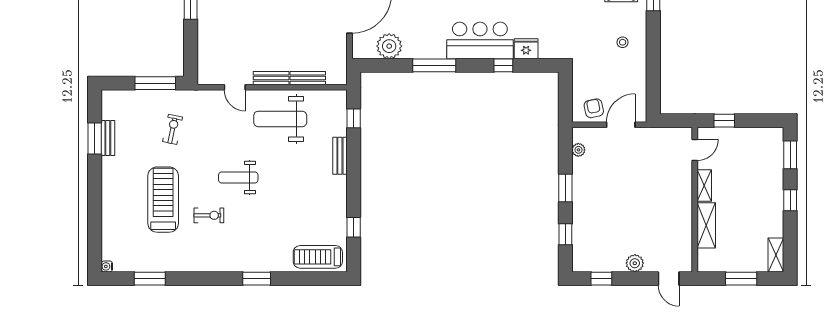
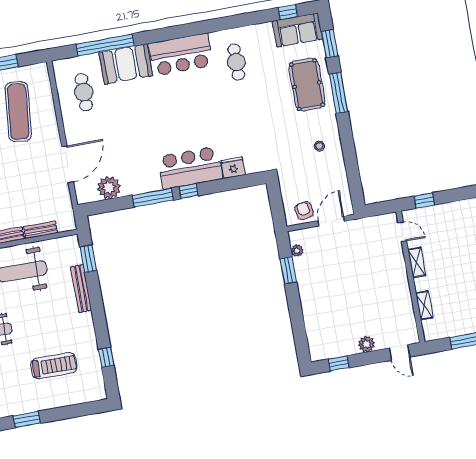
window: (503, 65) -> (189, 191), moved
window: (354, 118) -> (88, 259), width x1.50
door: (695, 150) -> (402, 232), hinge flipped
bench: (340, 156) -> (81, 289), width x1.36
window: (565, 188) -> (288, 270), moved
shelving: (706, 225) -> (424, 305), width x0.67, depth x0.75
window: (565, 234) -> (299, 329), removed
treadmill: (318, 257) -> (54, 366), moved, turned 180

